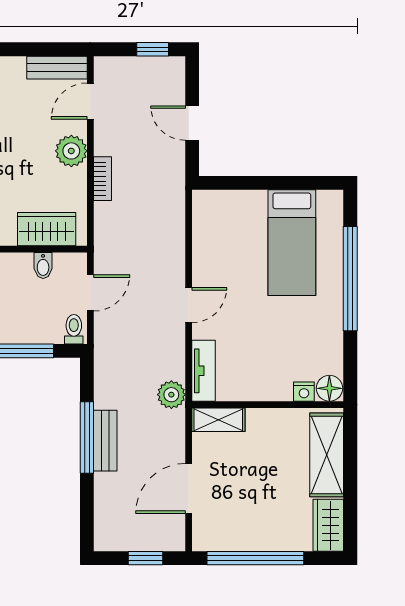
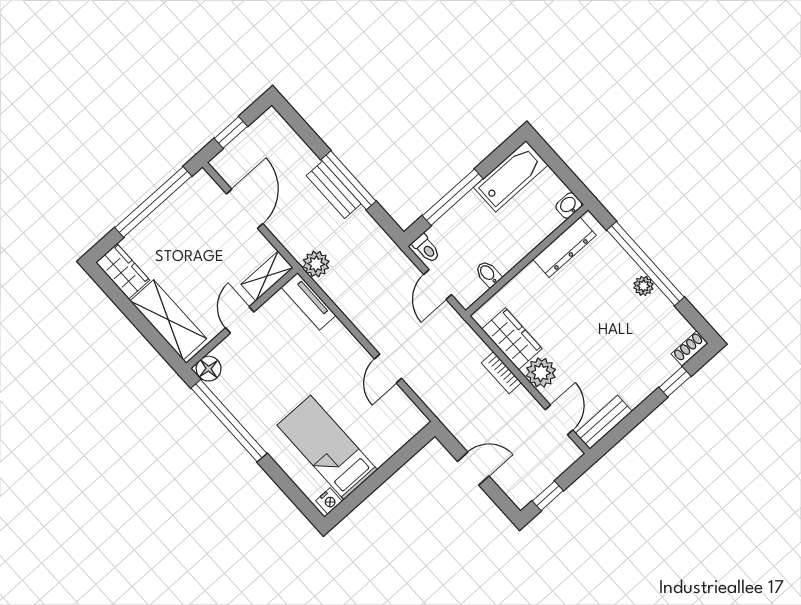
wardrobe: (47, 229) -> (512, 339), moved, turned -90
window: (350, 279) -> (229, 421), moved
door: (189, 305) -> (388, 369), moved
nightstand: (304, 392) -> (329, 501), moved, turned 180
door: (271, 405) -> (240, 320), added

